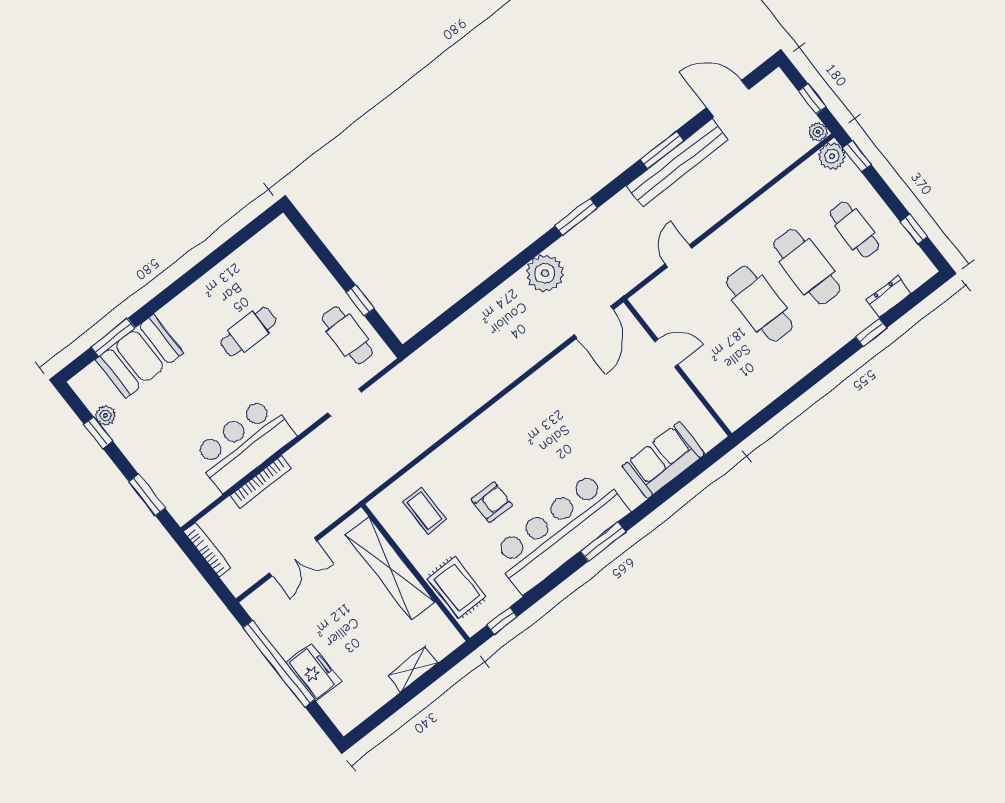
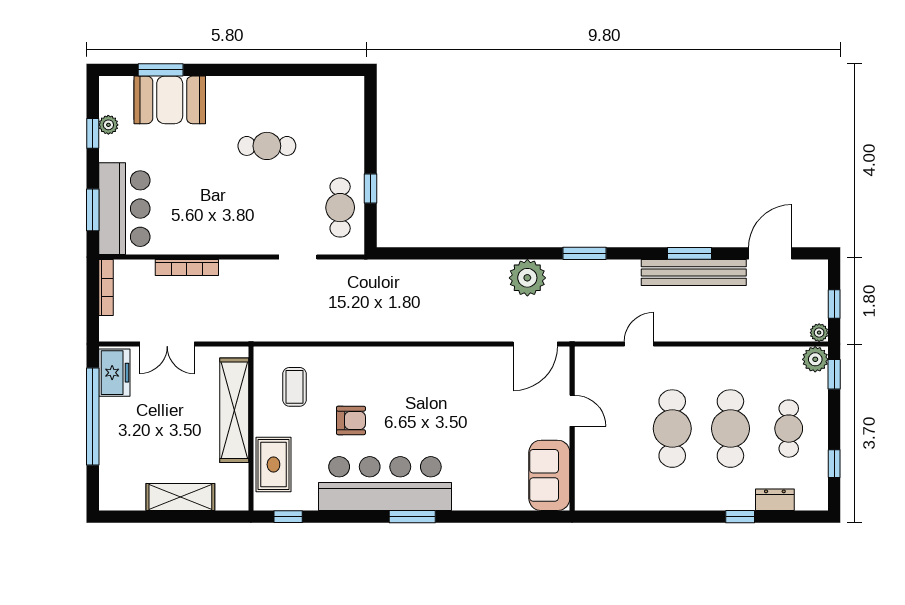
door: (728, 98) -> (770, 253), hinge flipped
bar counter: (244, 444) -> (124, 209), moved, turned 90
sofa: (663, 460) -> (549, 475), moved, turned -90
shelving: (413, 669) -> (180, 497), width x1.50, depth x1.33
freezer: (314, 672) -> (114, 373), moved

